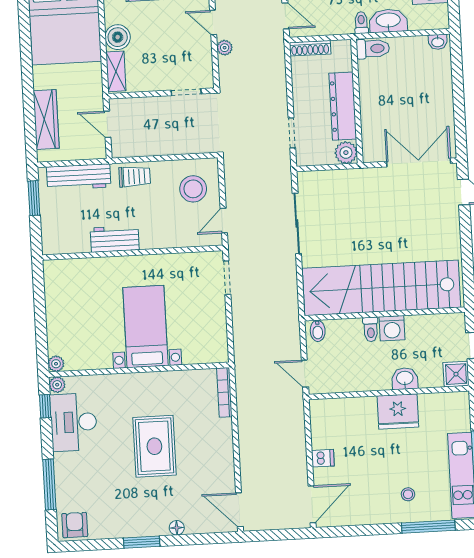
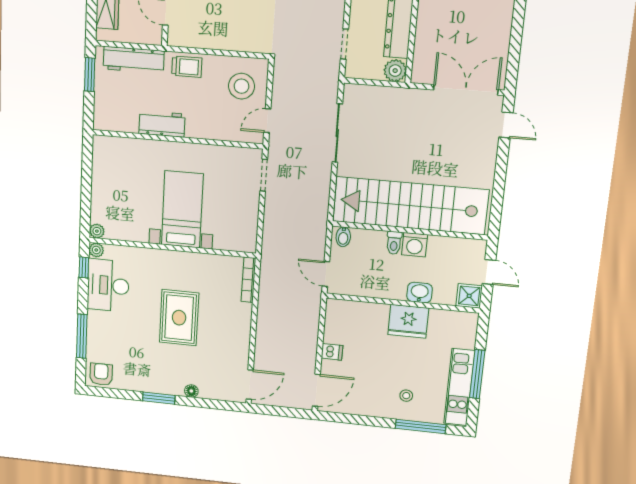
door: (239, 510) -> (250, 385), swing flipped

